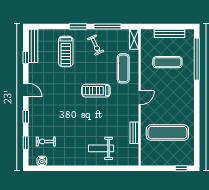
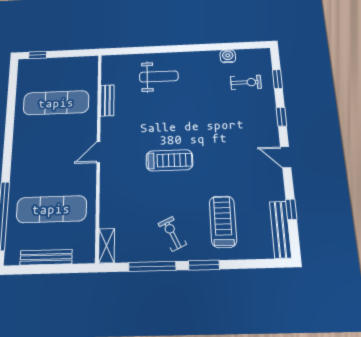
exercise mat: (167, 62) -> (51, 209), width x1.36, depth x1.45
exercise mat: (123, 68) -> (125, 197), removed
water cooler: (42, 161) -> (228, 56), moved

